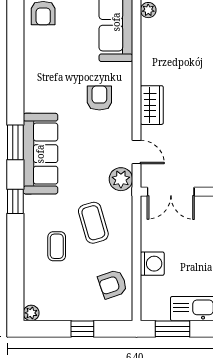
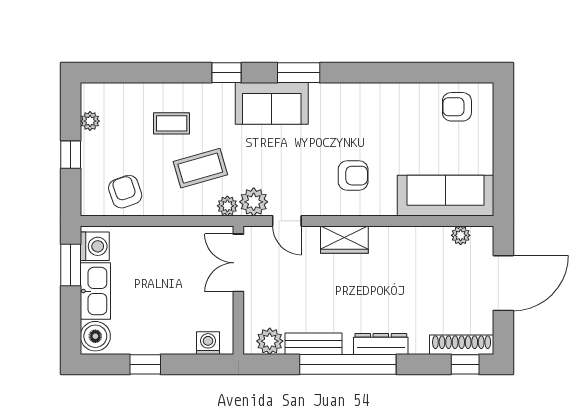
door: (137, 152) -> (287, 221), hinge flipped
sofa: (40, 154) -> (272, 103), width x0.73
plant: (124, 201) -> (227, 206), added
washing machine: (152, 264) -> (95, 246), moved, turned -90
plant: (31, 313) -> (90, 121), moved

